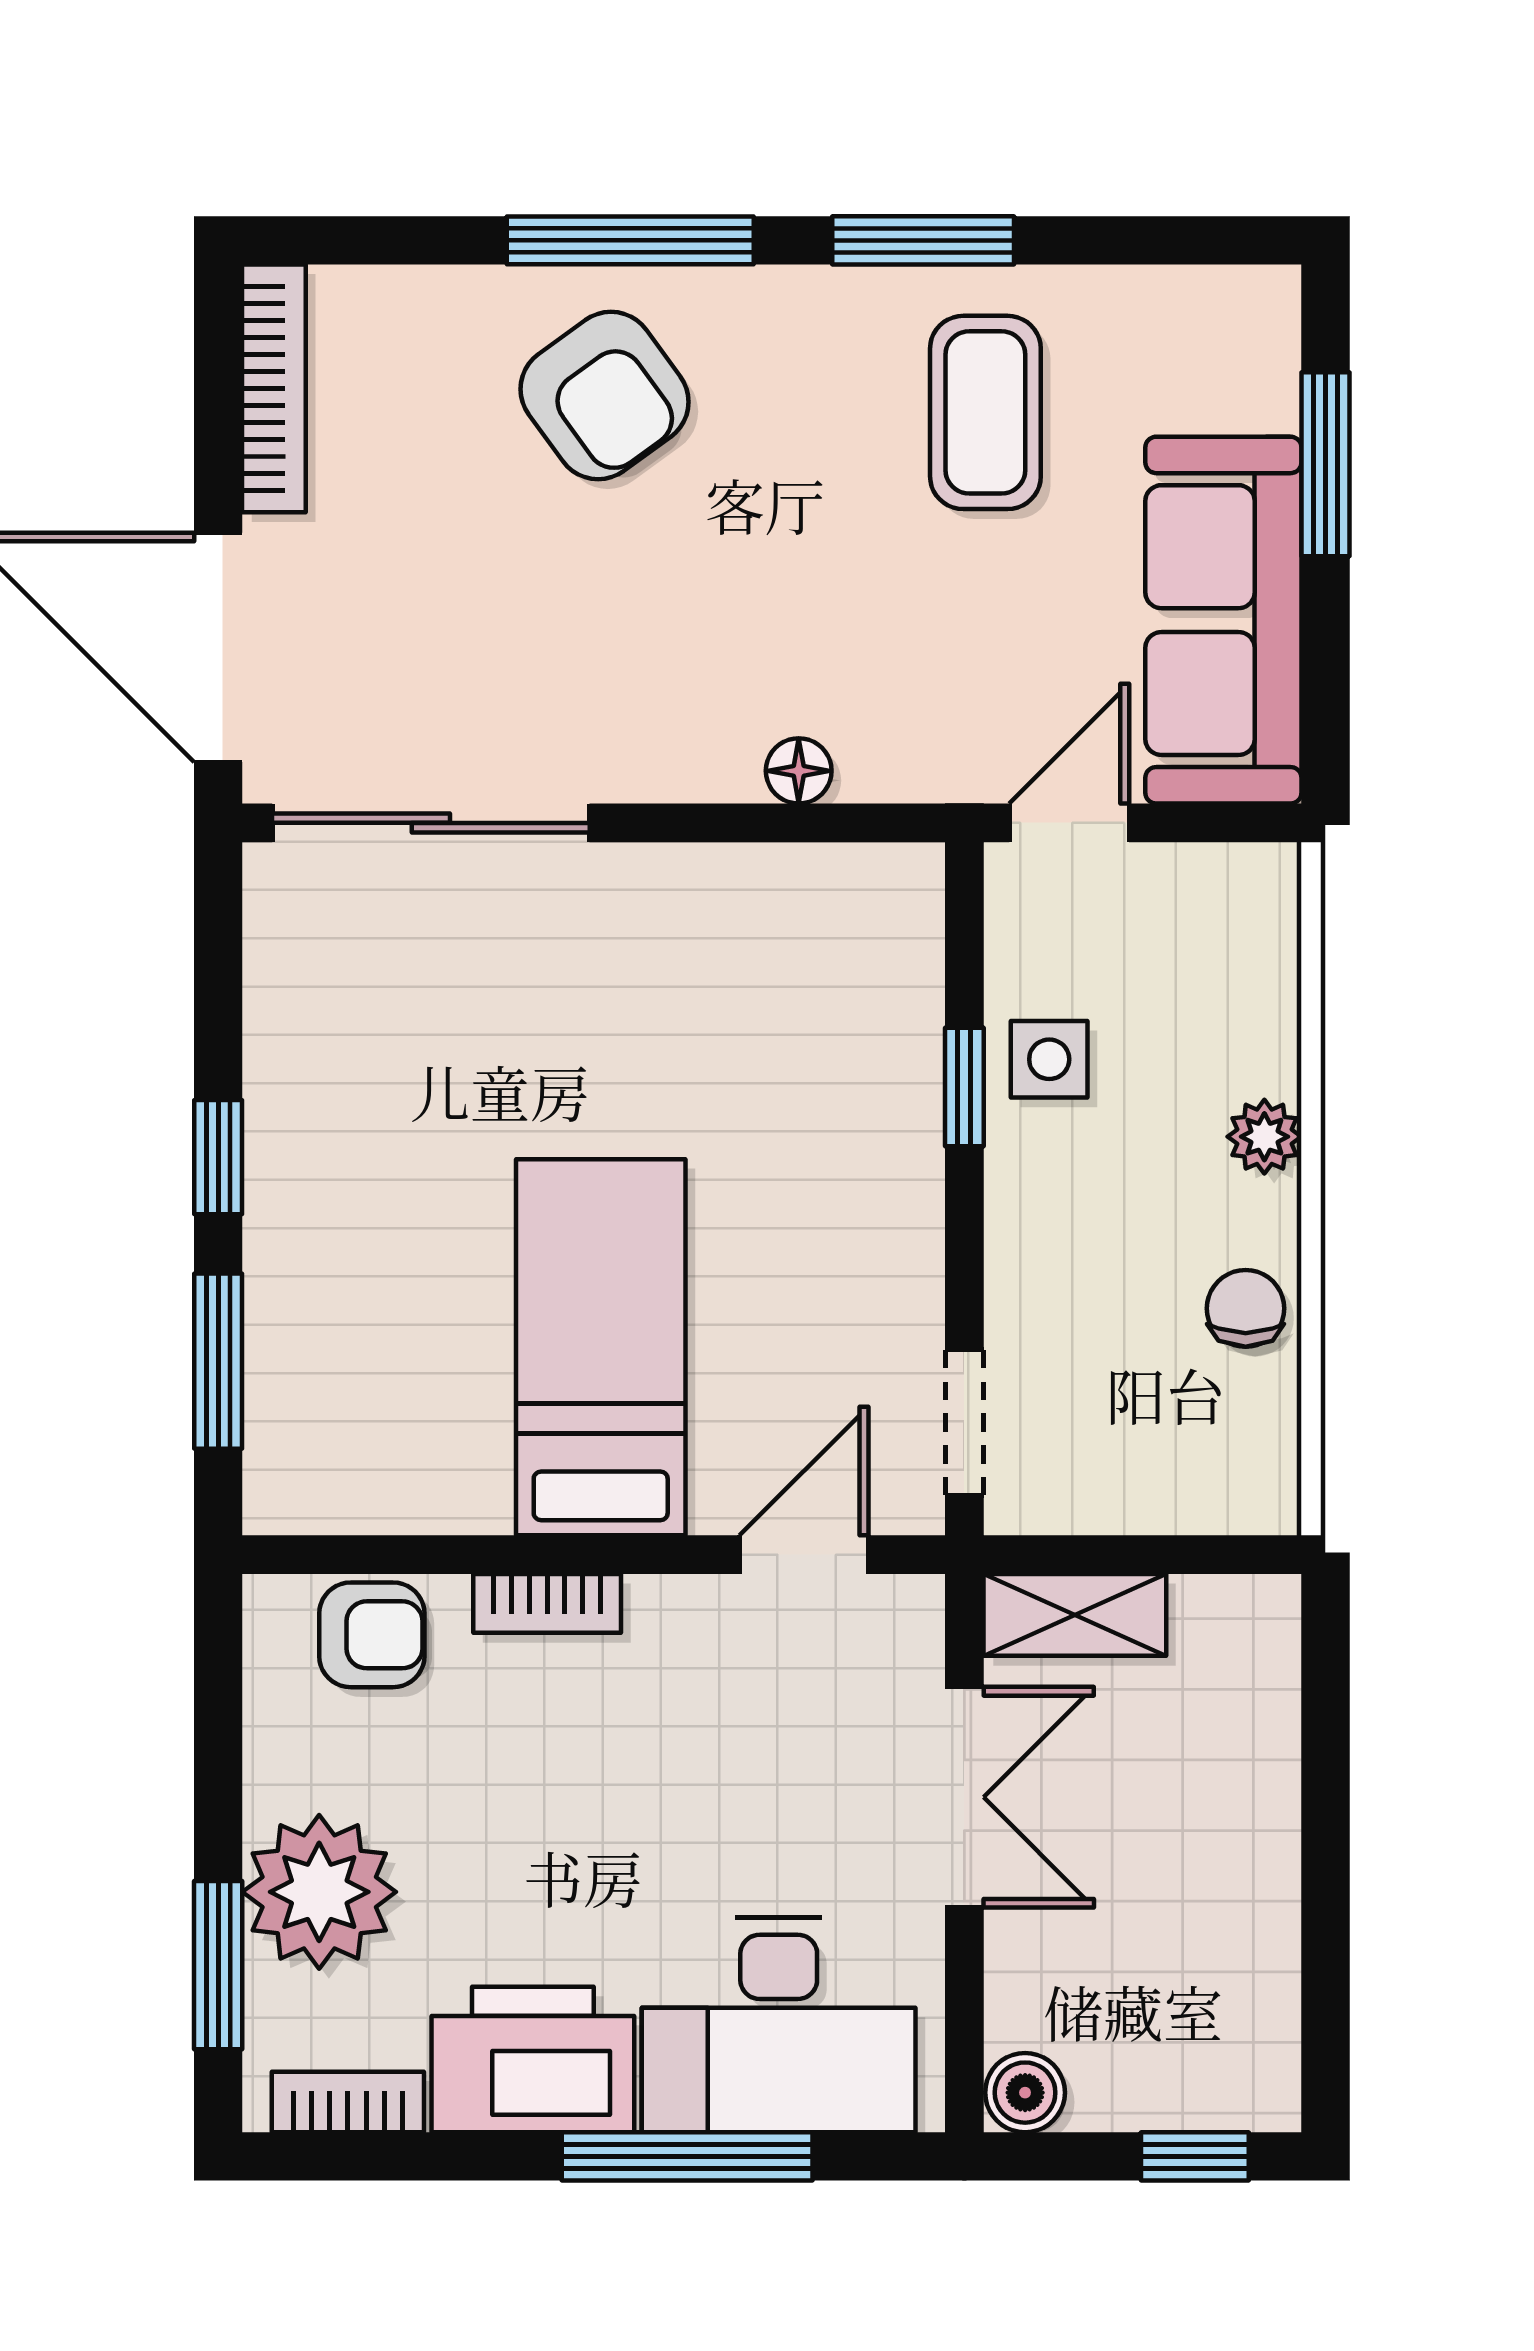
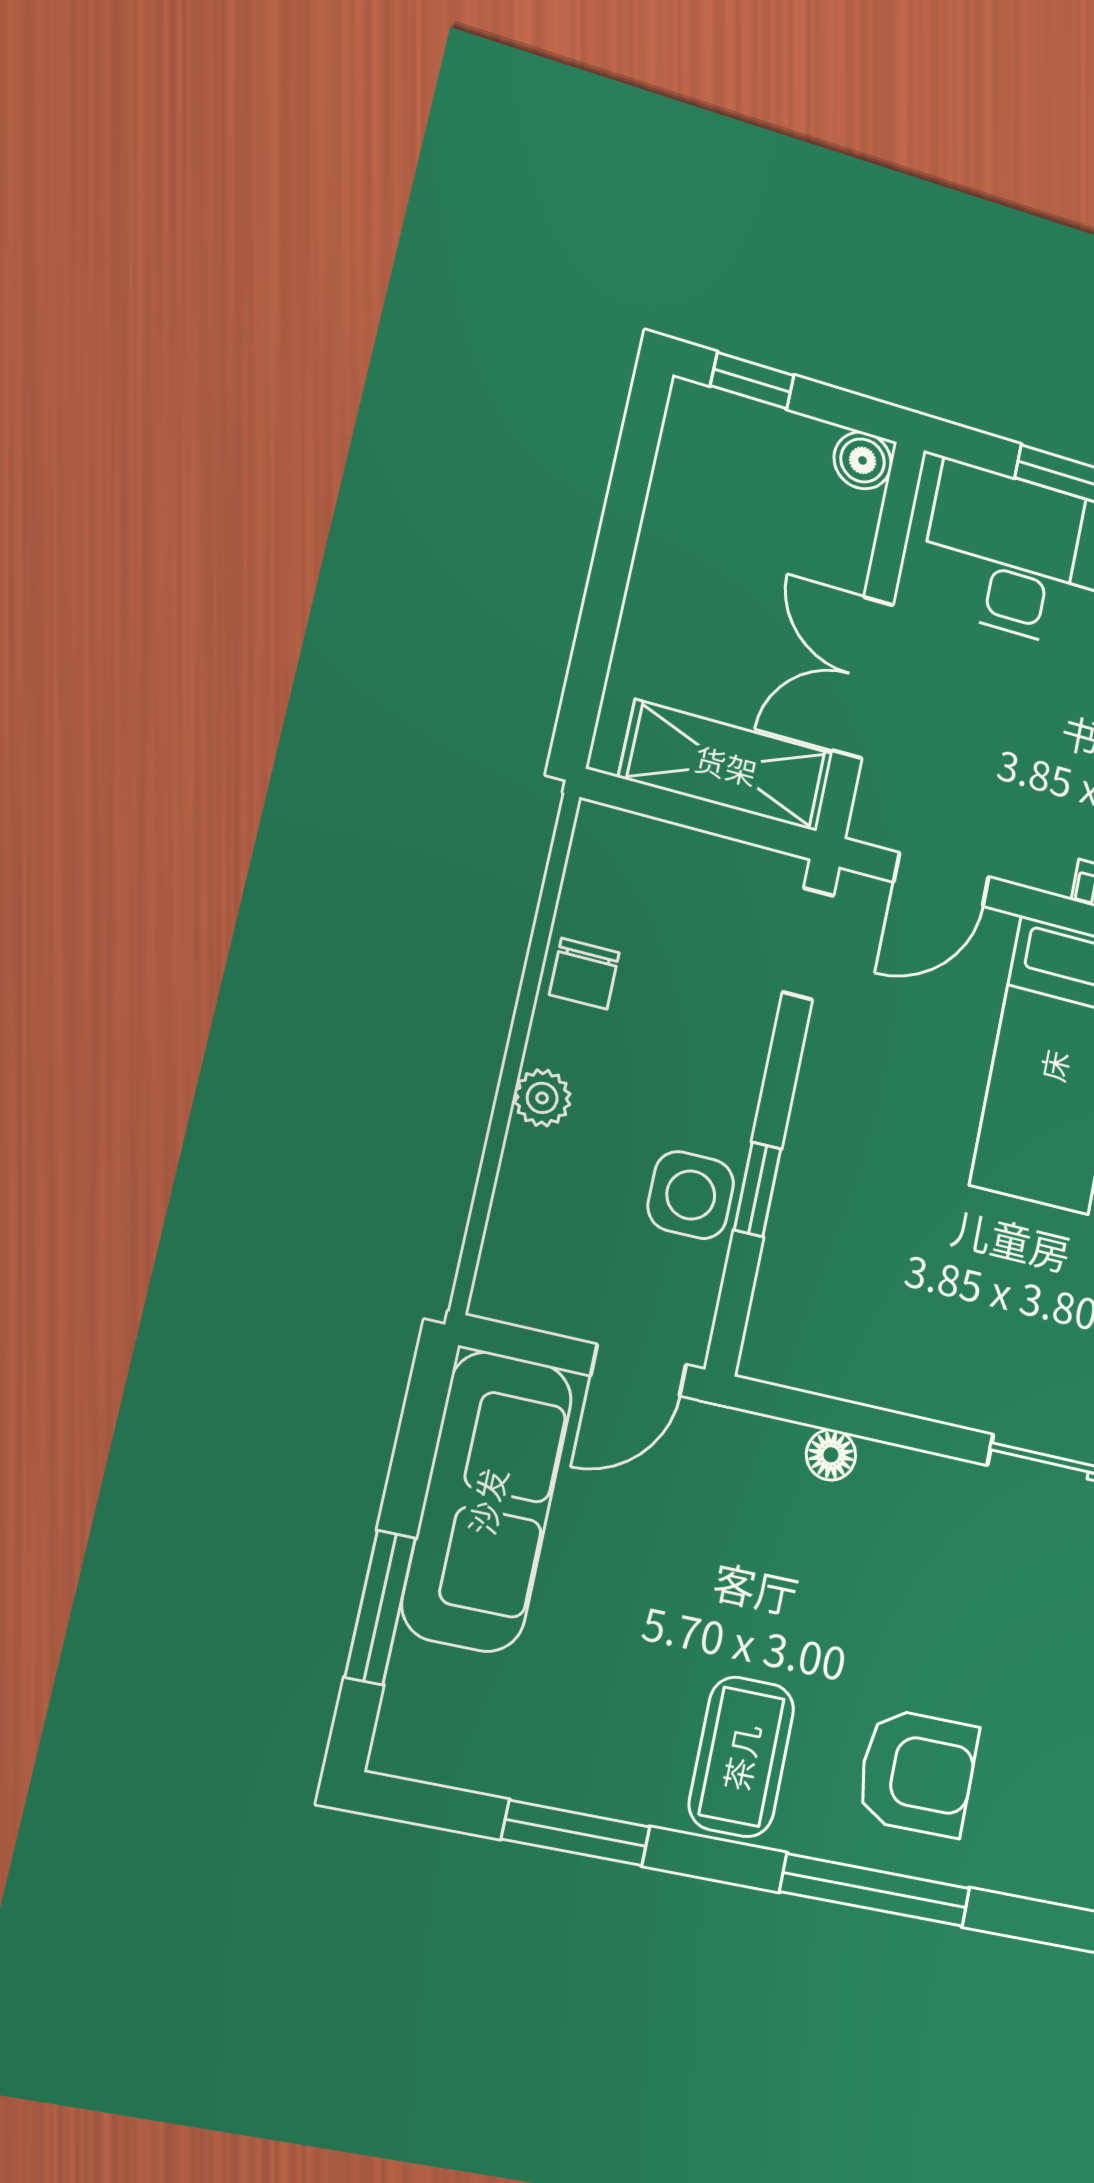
window: (923, 240) -> (576, 1833), moved
armchair: (605, 396) -> (917, 1773), turned 126
coffee table: (985, 412) -> (741, 1757), moved
side table: (1049, 1059) -> (691, 1195), width x1.37, depth x1.37
shelving: (1075, 1615) -> (726, 765), width x1.50, depth x1.33

